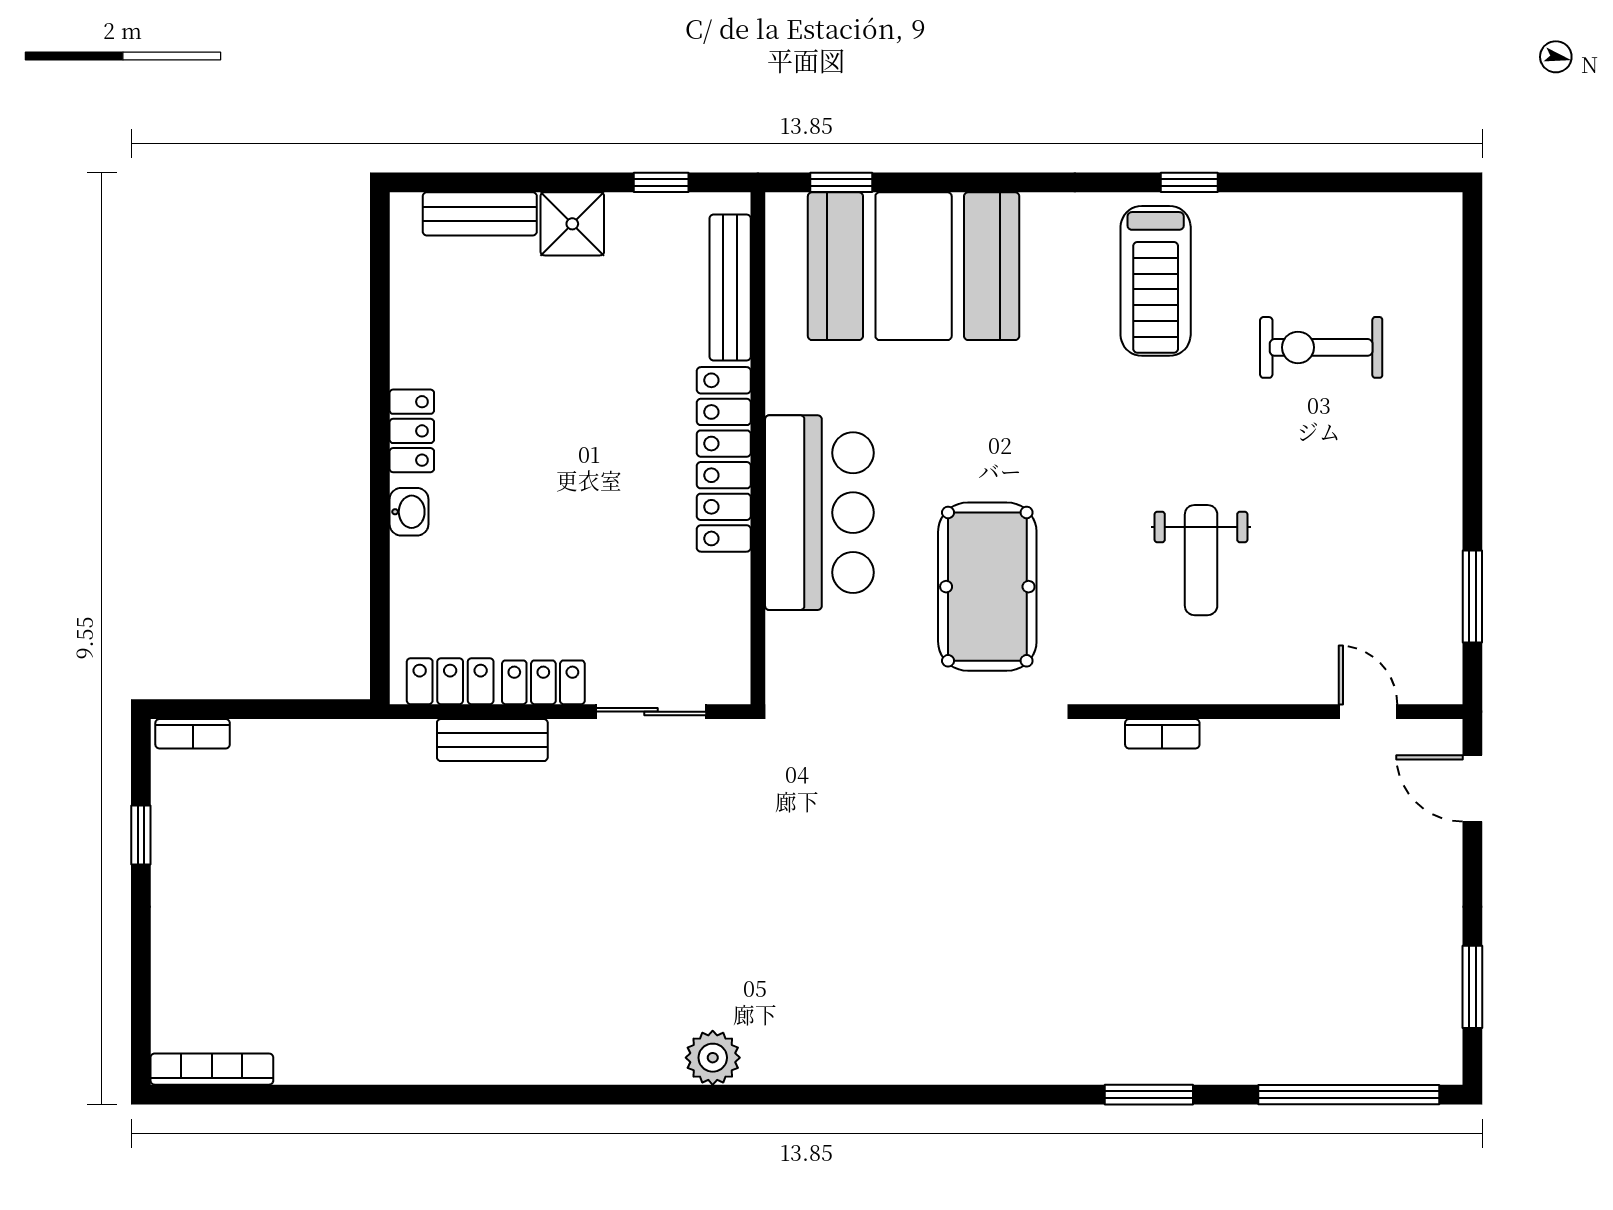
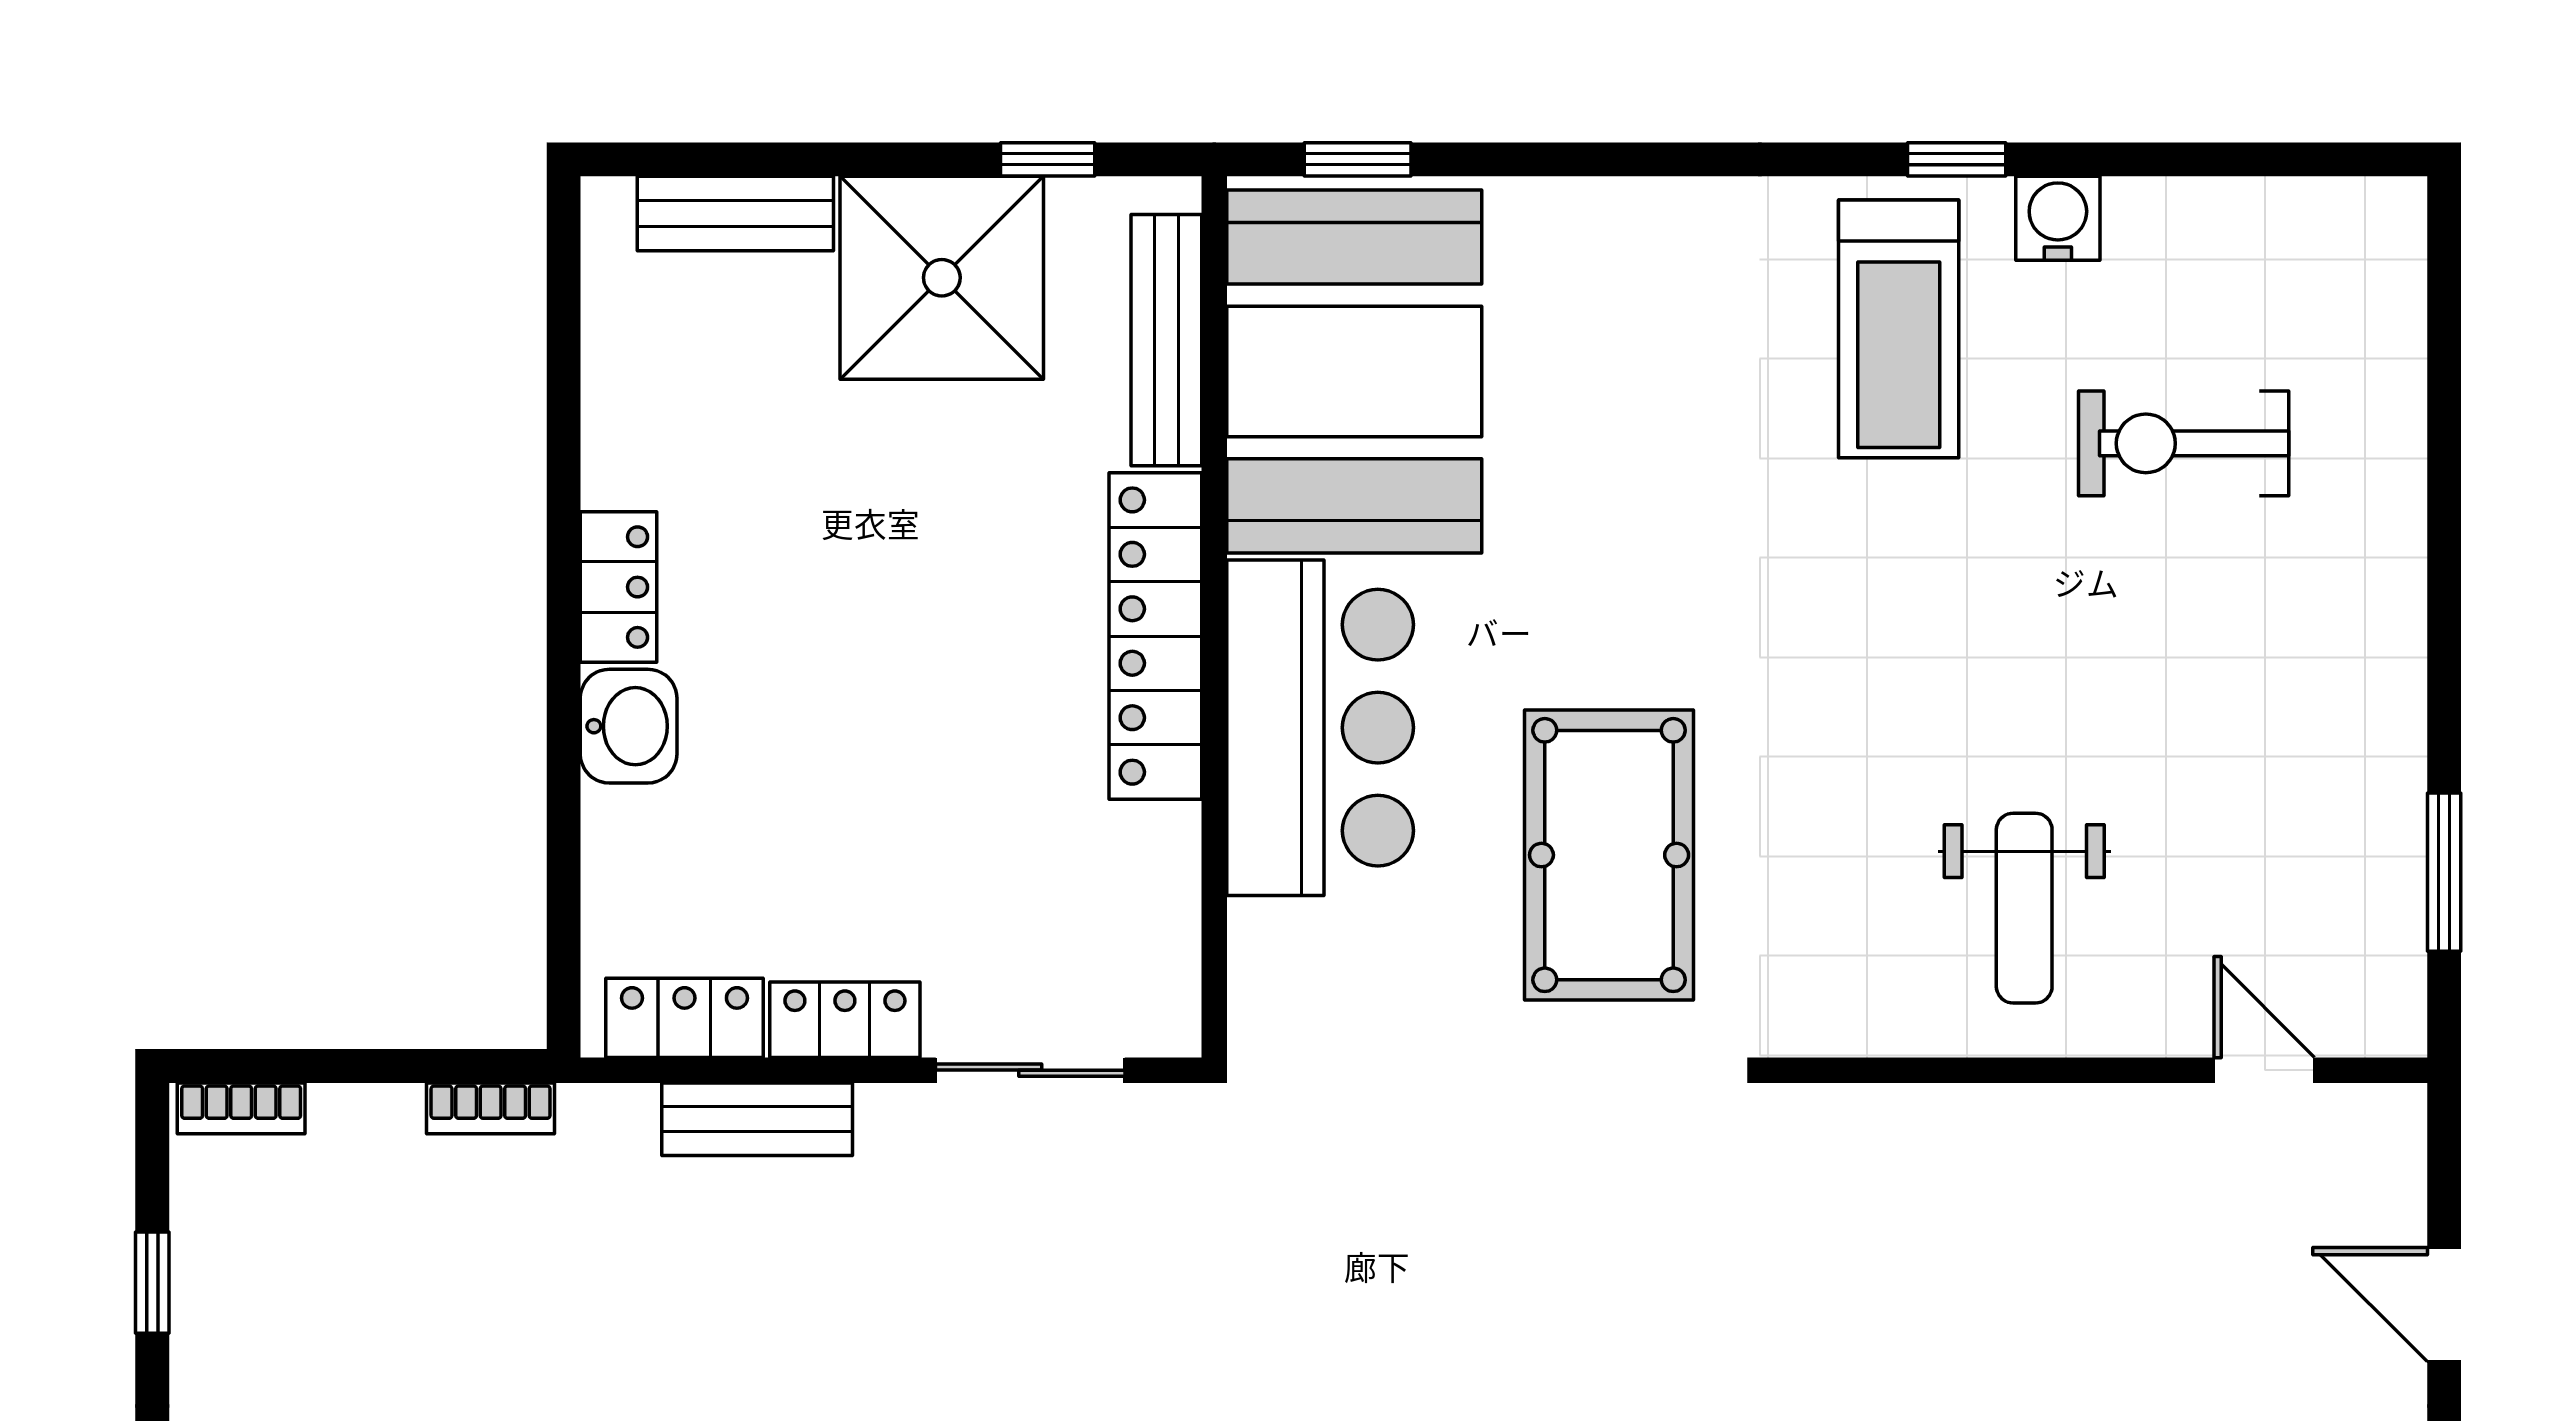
water cooler: (1248, 217) -> (2058, 218), added
shower: (572, 224) -> (942, 278), width x1.86, depth x1.86
booth: (914, 266) -> (1354, 371), moved, turned 90
washbasin: (409, 512) -> (629, 726), width x1.38, depth x1.45
weight bench: (1201, 560) -> (2024, 908), moved
bookcase: (1162, 734) -> (491, 1108), moved
door: (1472, 788) -> (2444, 1304), moved

